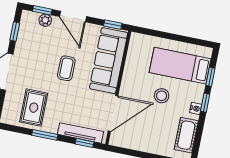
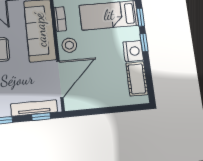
bookcase: (132, 55) -> (60, 19), added
stool: (162, 96) -> (69, 45), moved
nightstand: (196, 108) -> (133, 51), width x1.89, depth x1.79

